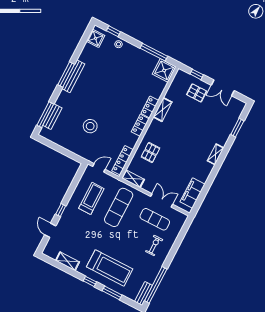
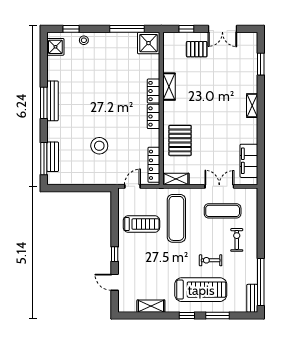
pallet: (150, 152) -> (180, 140), width x1.50, depth x1.42
treadmill: (91, 198) -> (141, 224), turned 90
exercise bike: (128, 250) -> (211, 260), added

